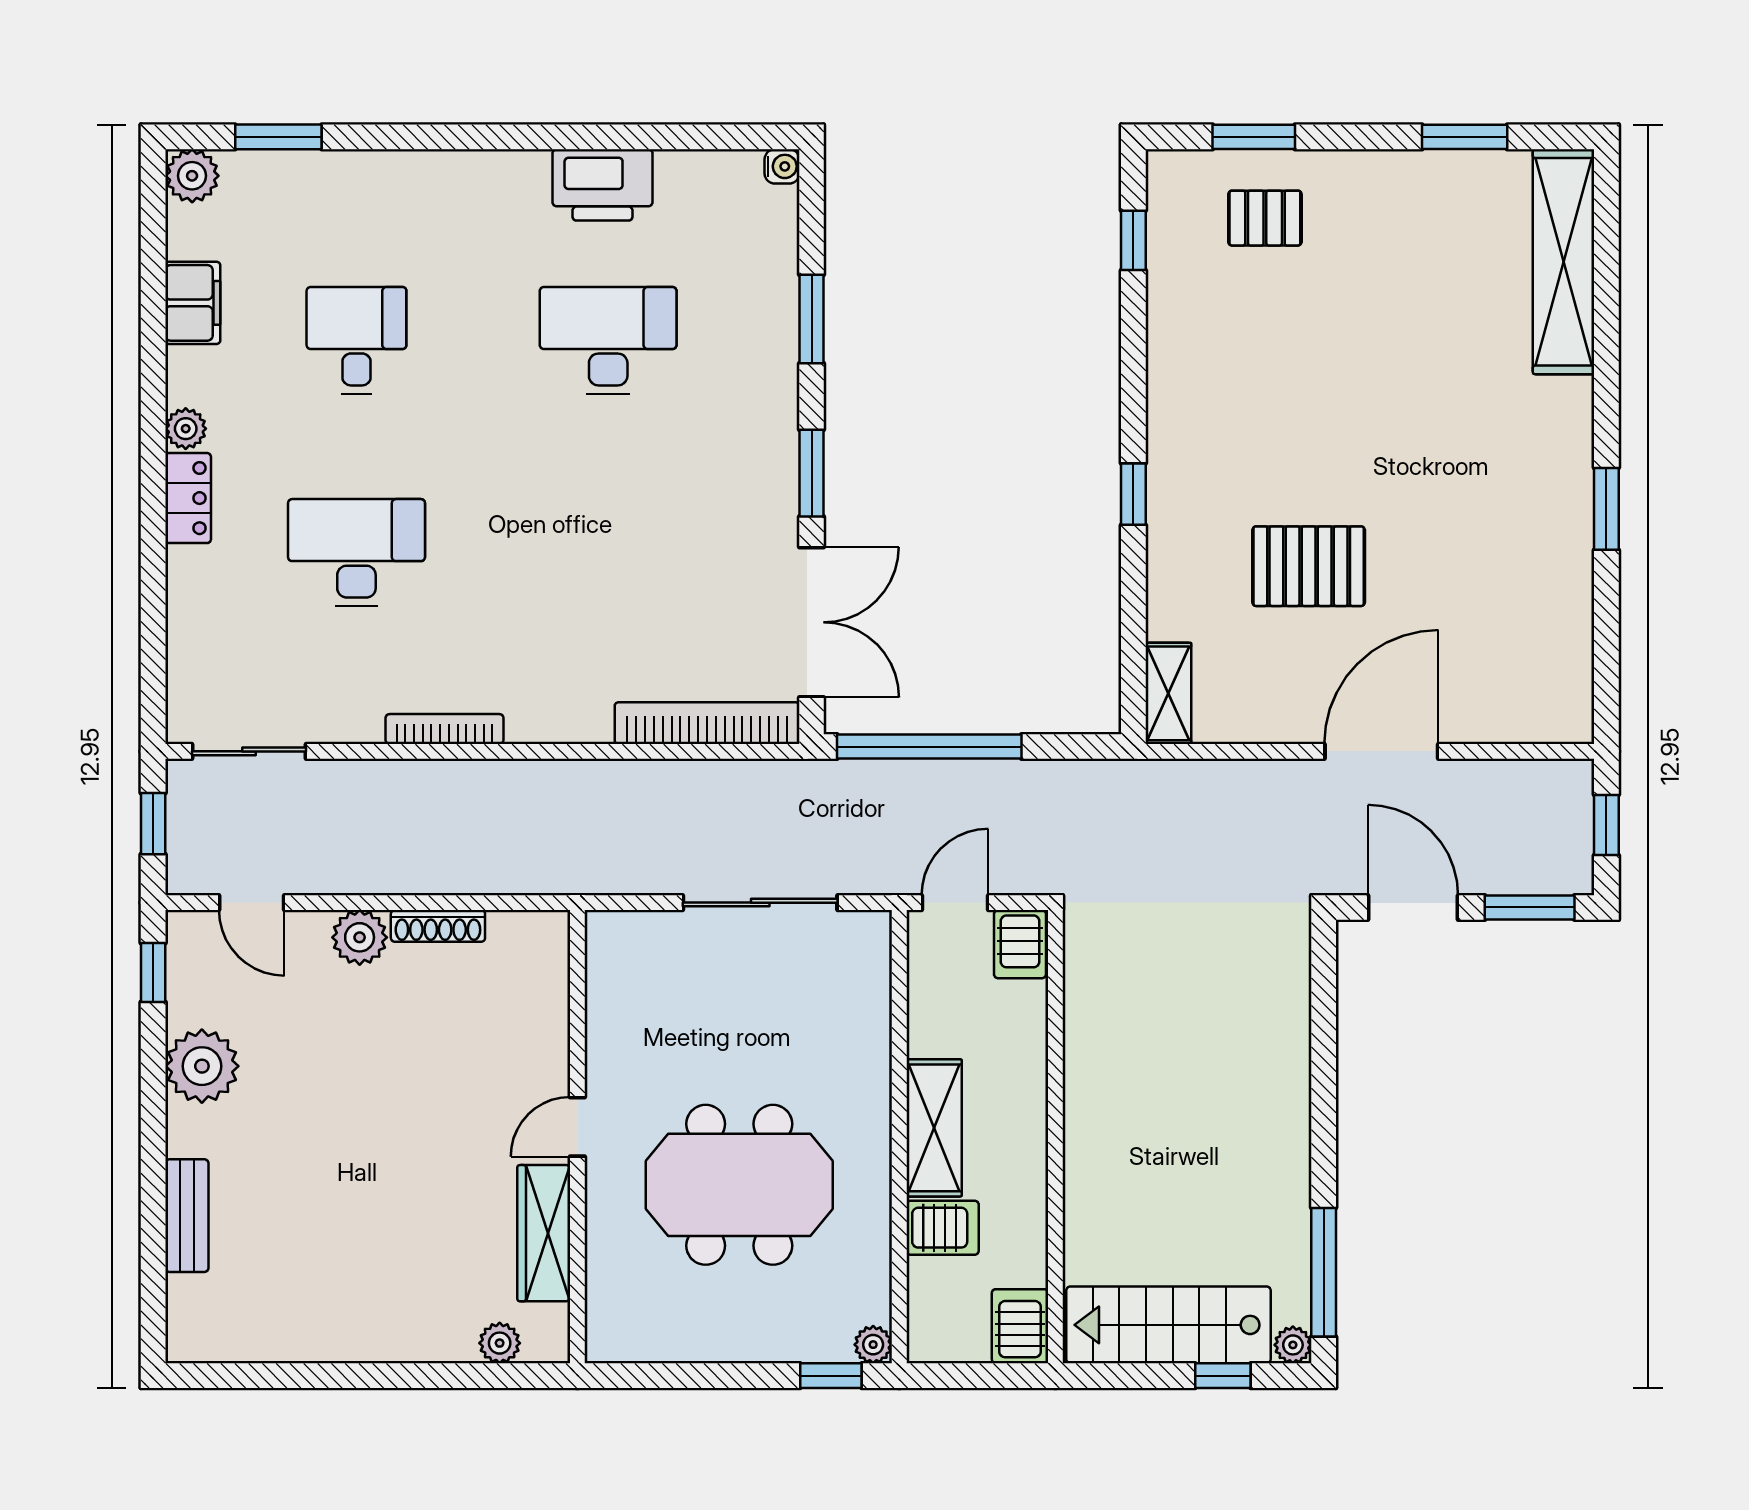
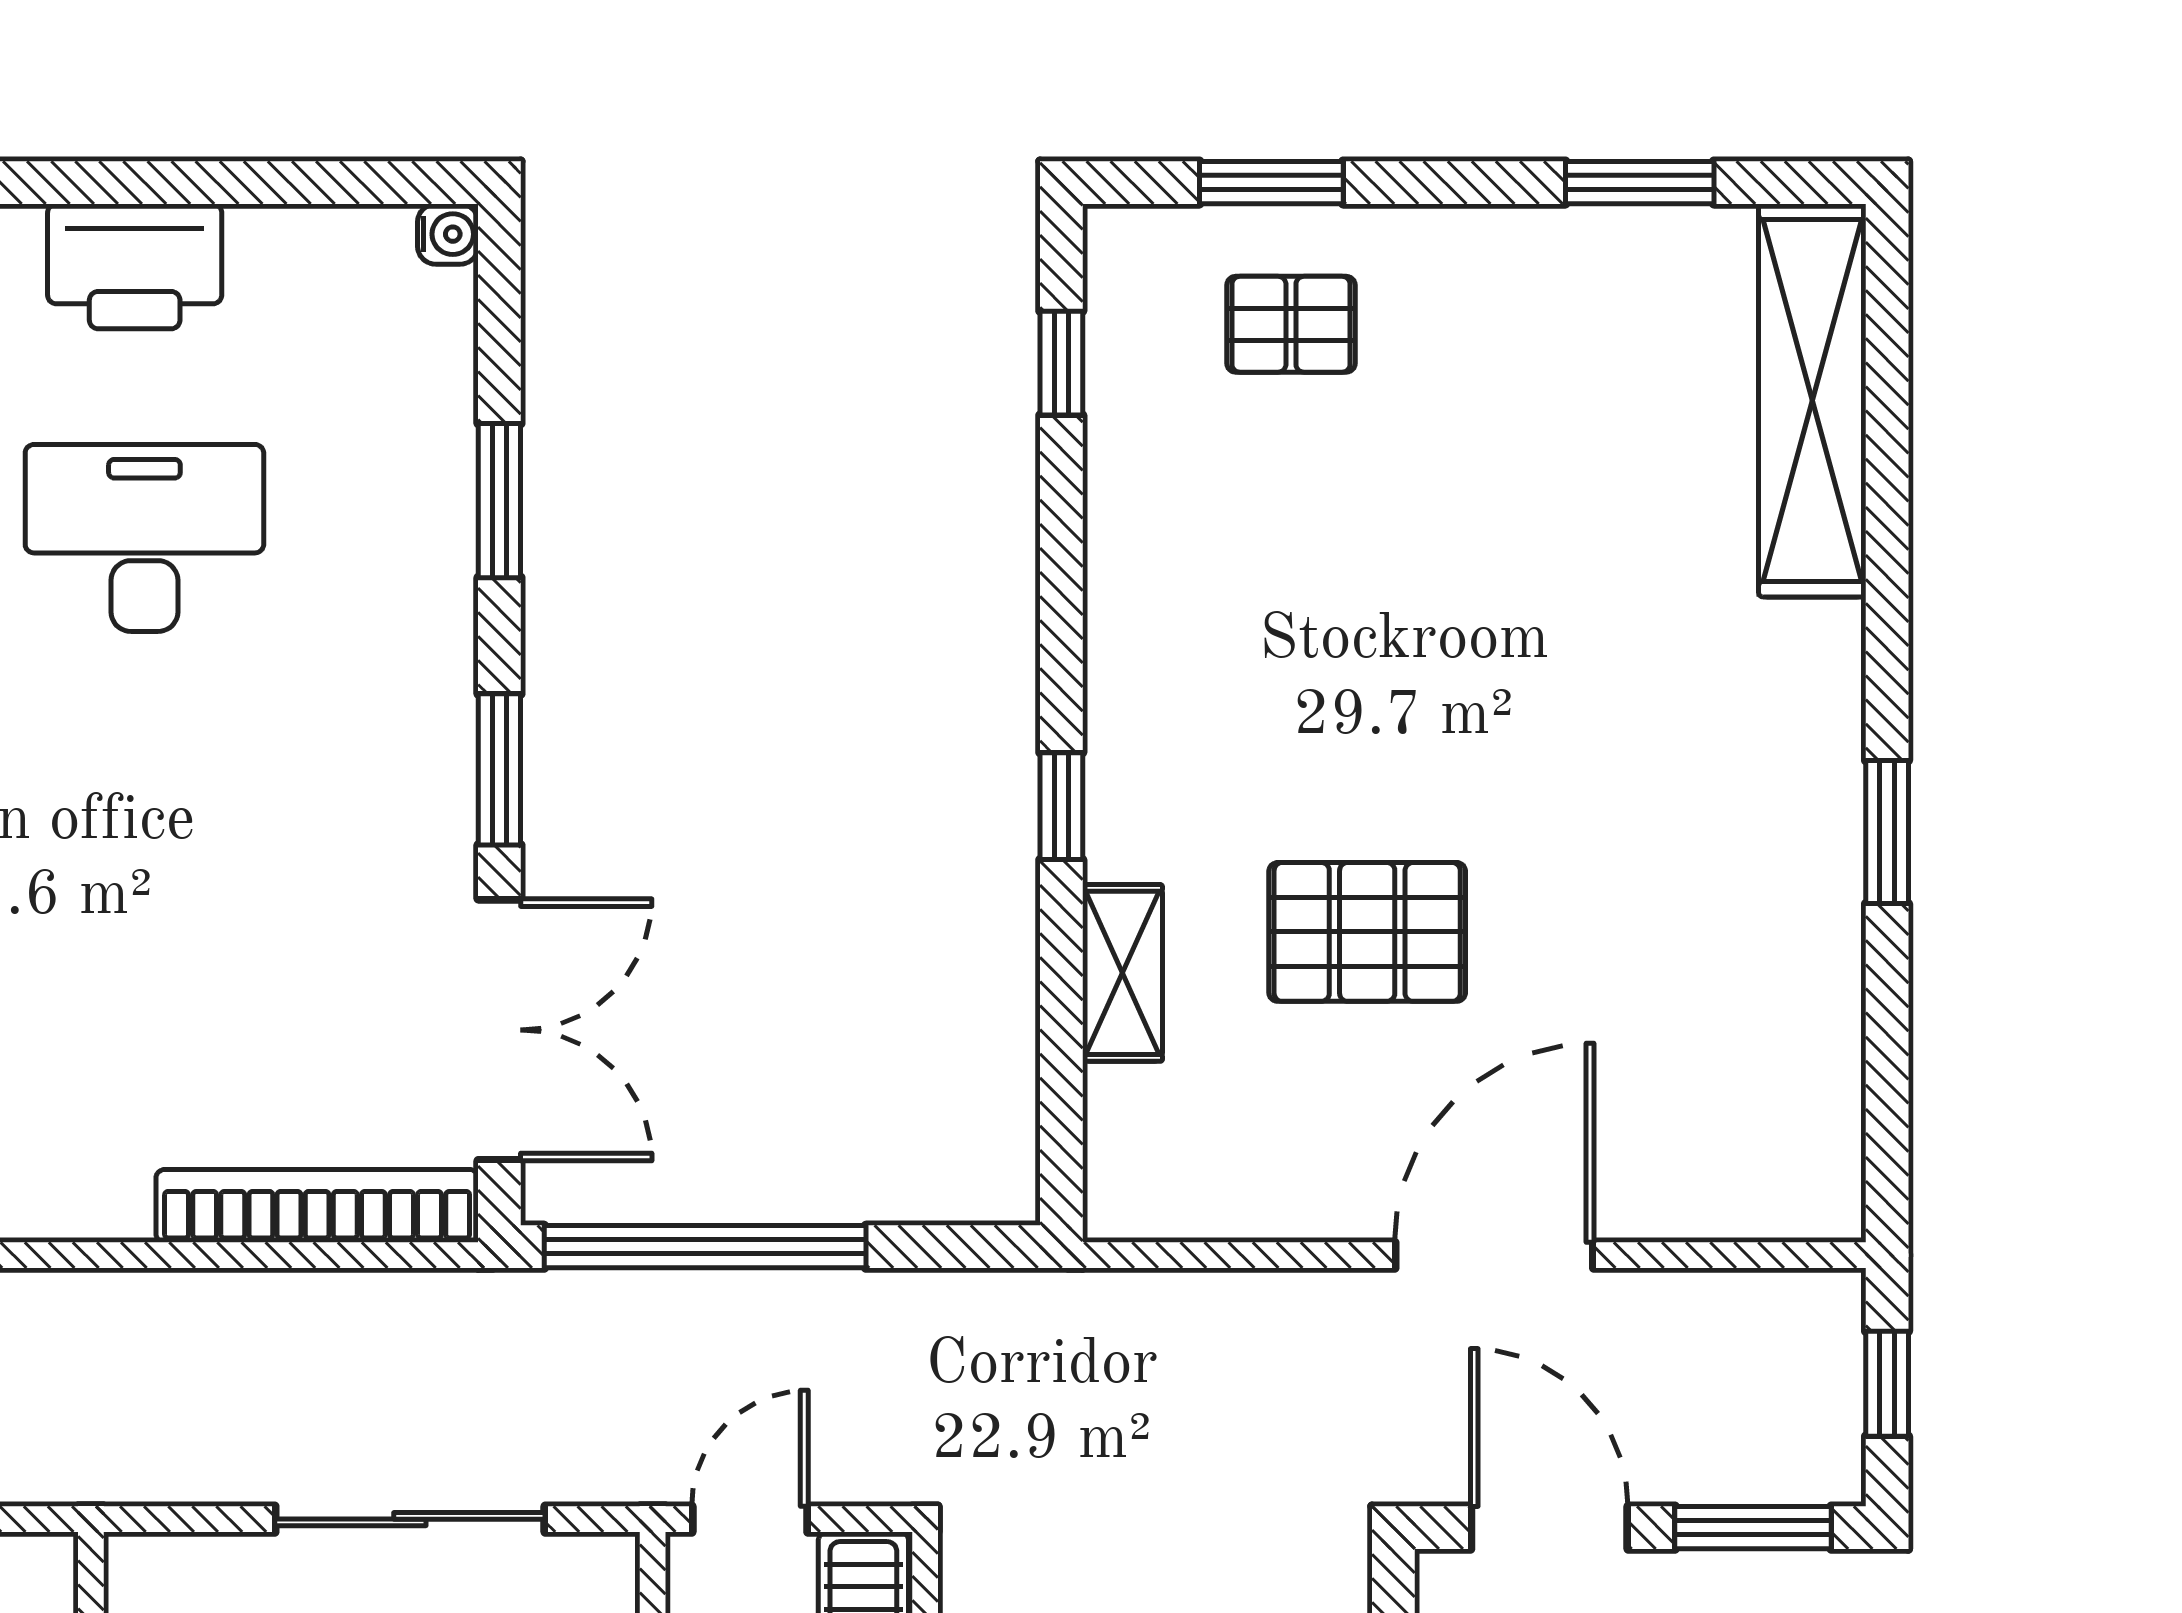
shelving: (1168, 693) -> (1122, 973), moved

